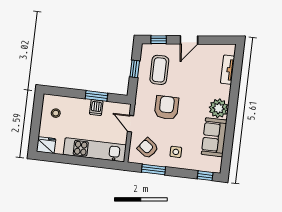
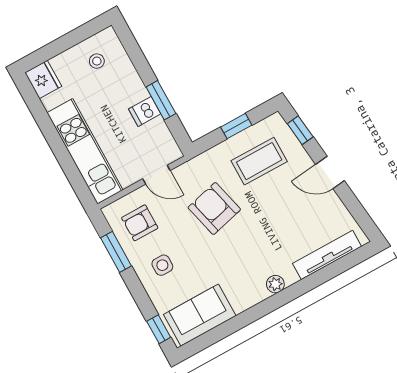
tv unit: (227, 70) -> (327, 255), width x1.41
armchair: (167, 108) -> (214, 208), turned -104
plant: (219, 108) -> (275, 284), width x0.53, depth x0.53
door: (131, 124) -> (156, 175), swing flipped
sofa: (214, 137) -> (200, 315), moved
armchair: (148, 148) -> (140, 223), turned -127

